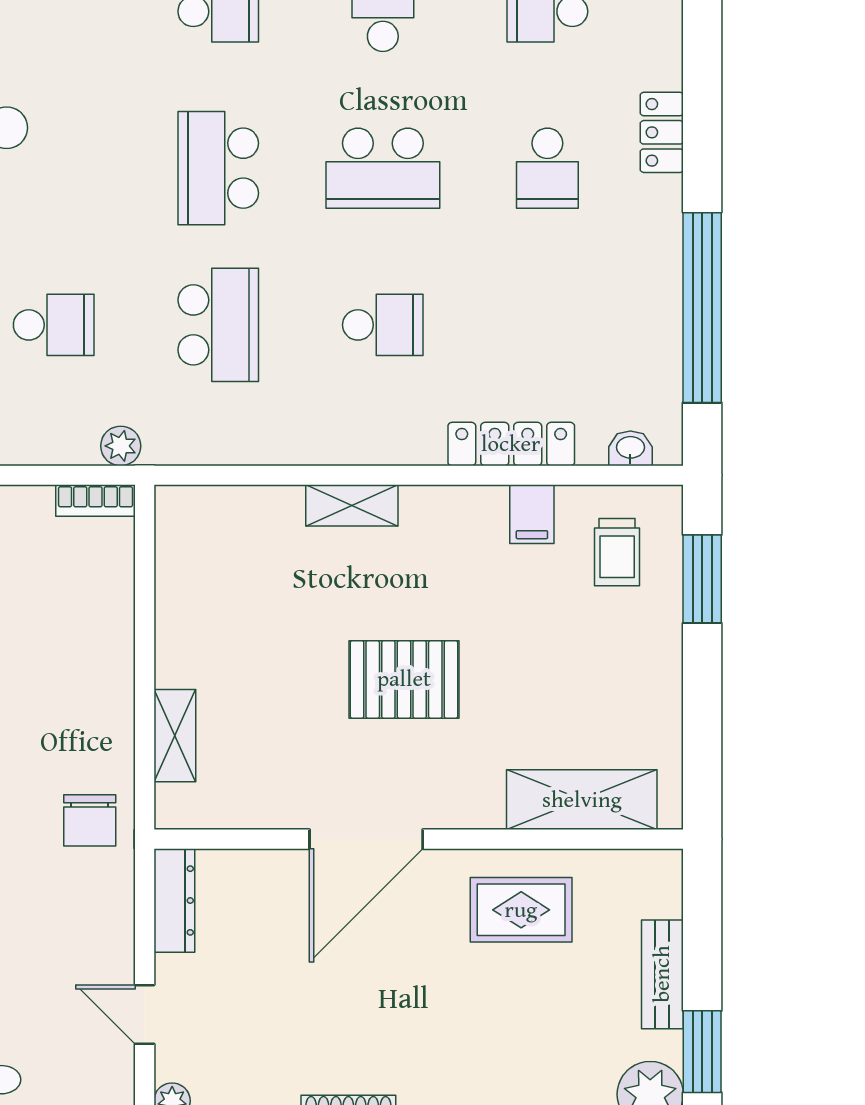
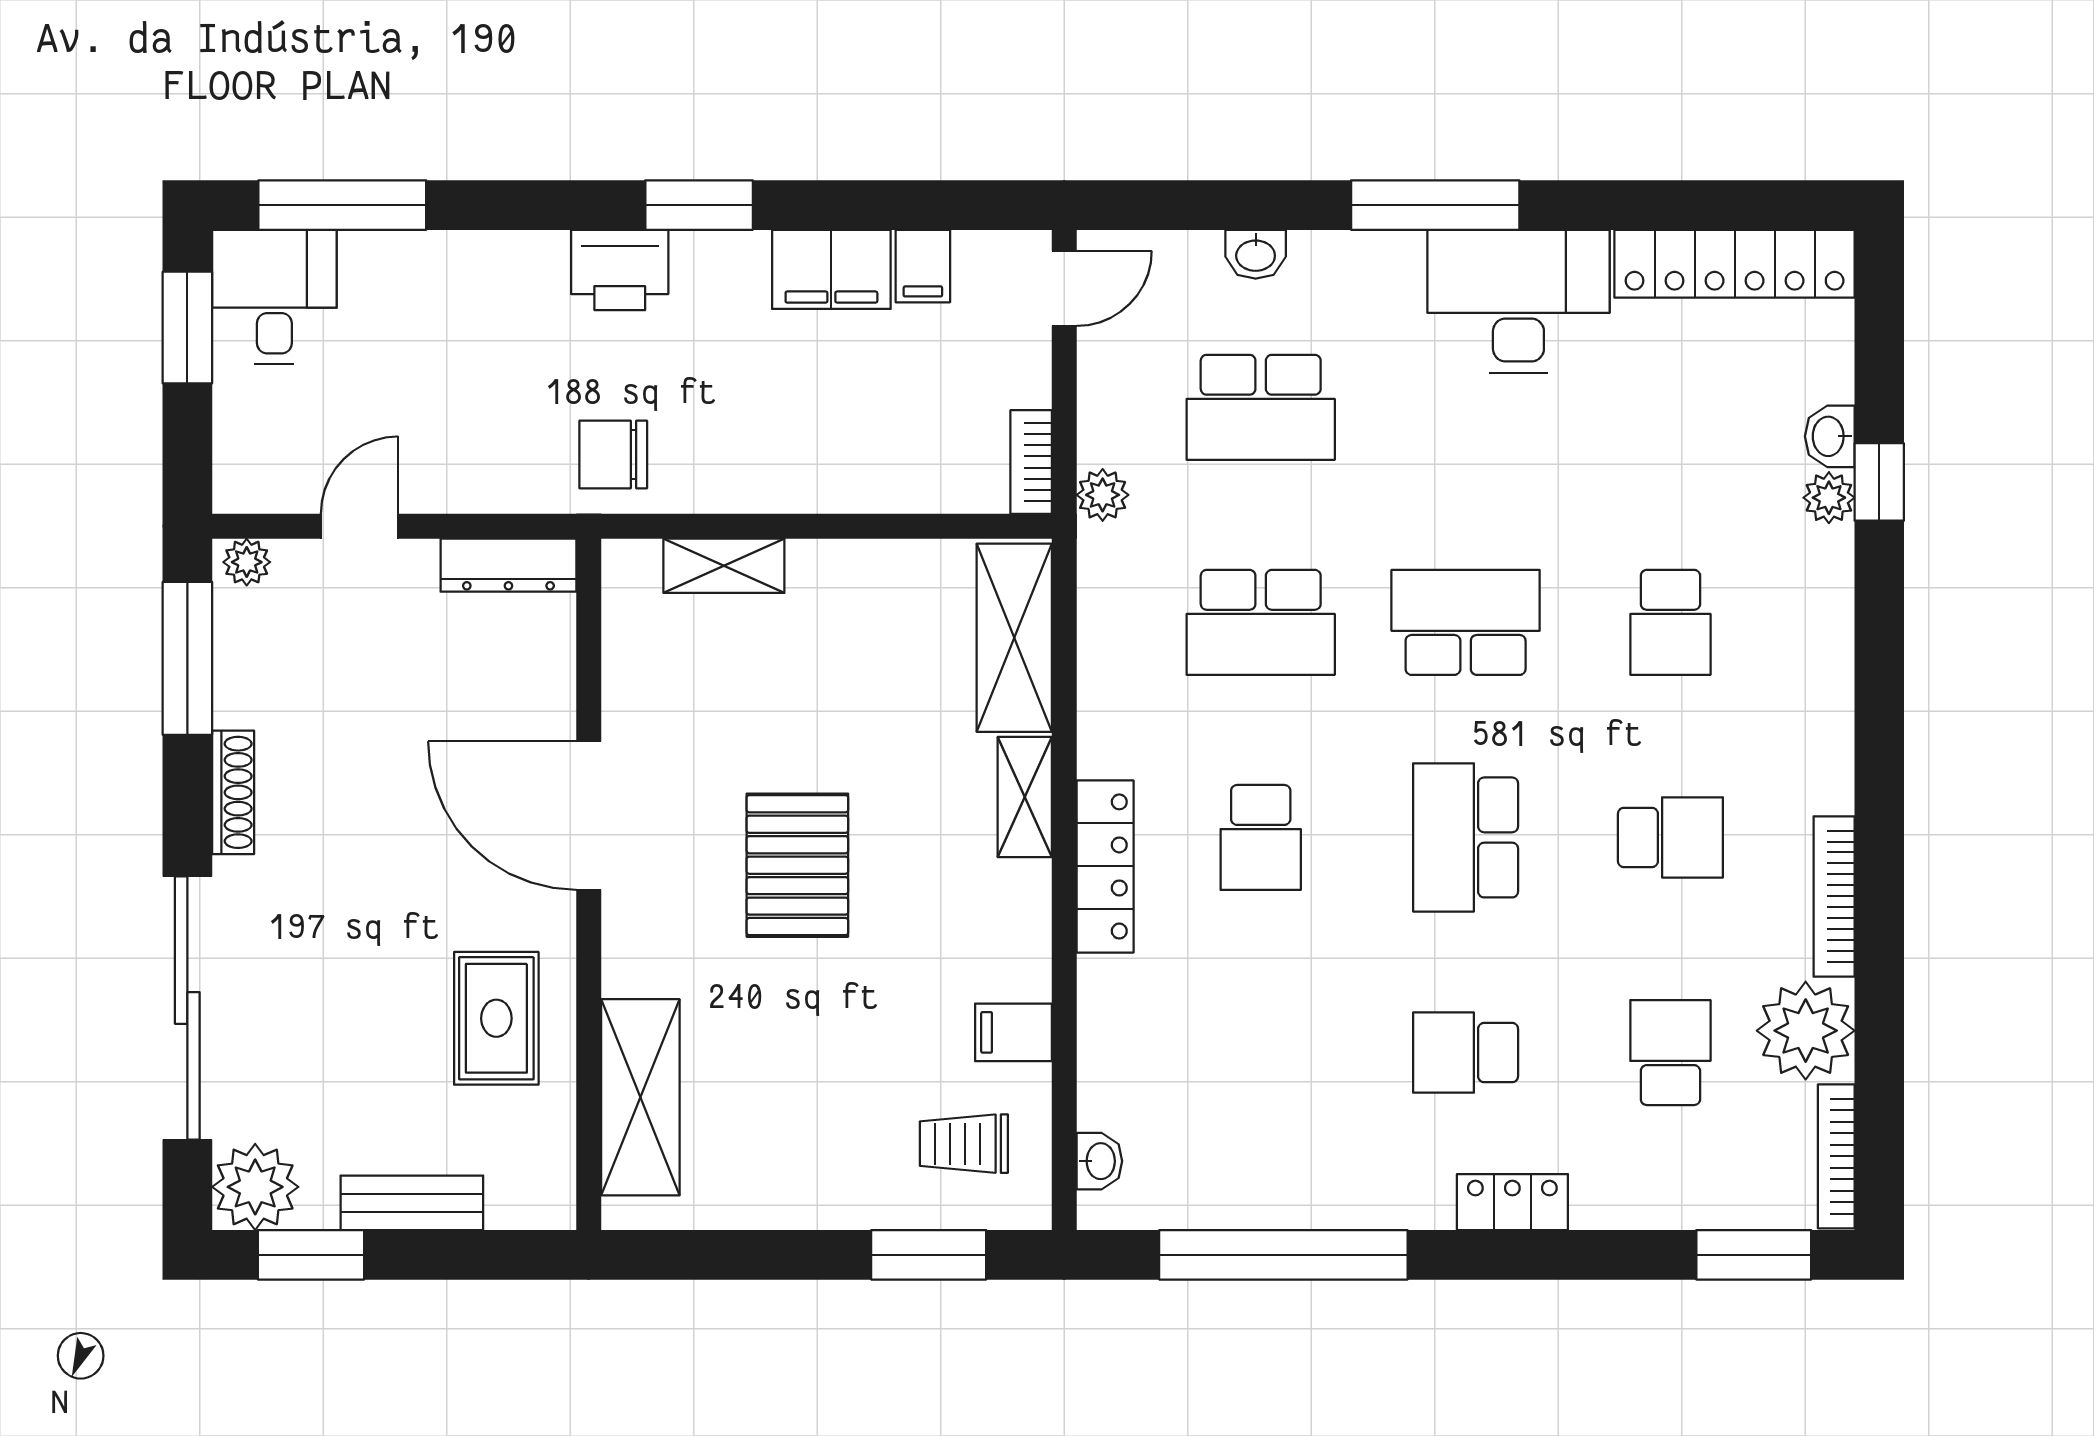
school desk: (54, 325) -> (1261, 407), width x1.85
locker: (511, 444) -> (1105, 866), moved
shelving: (230, 514) -> (1014, 638), added

